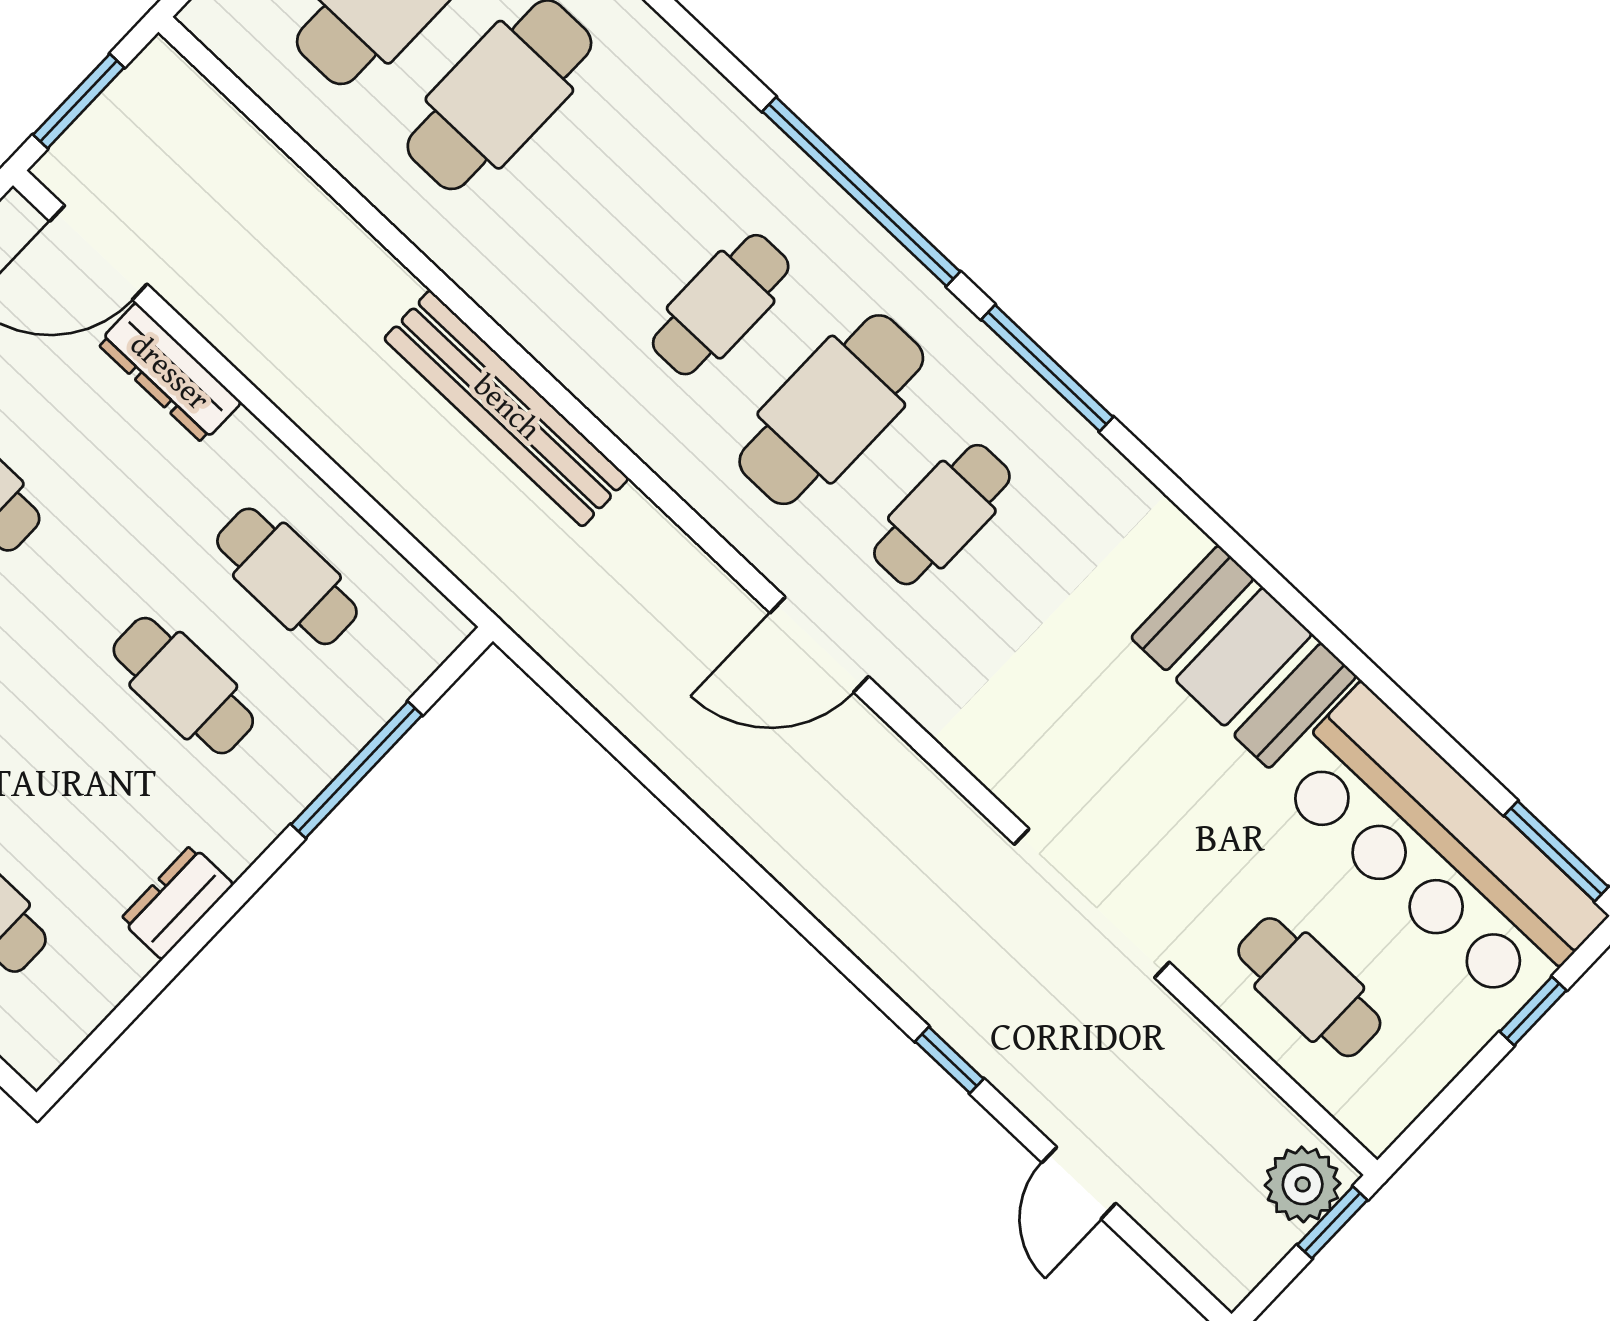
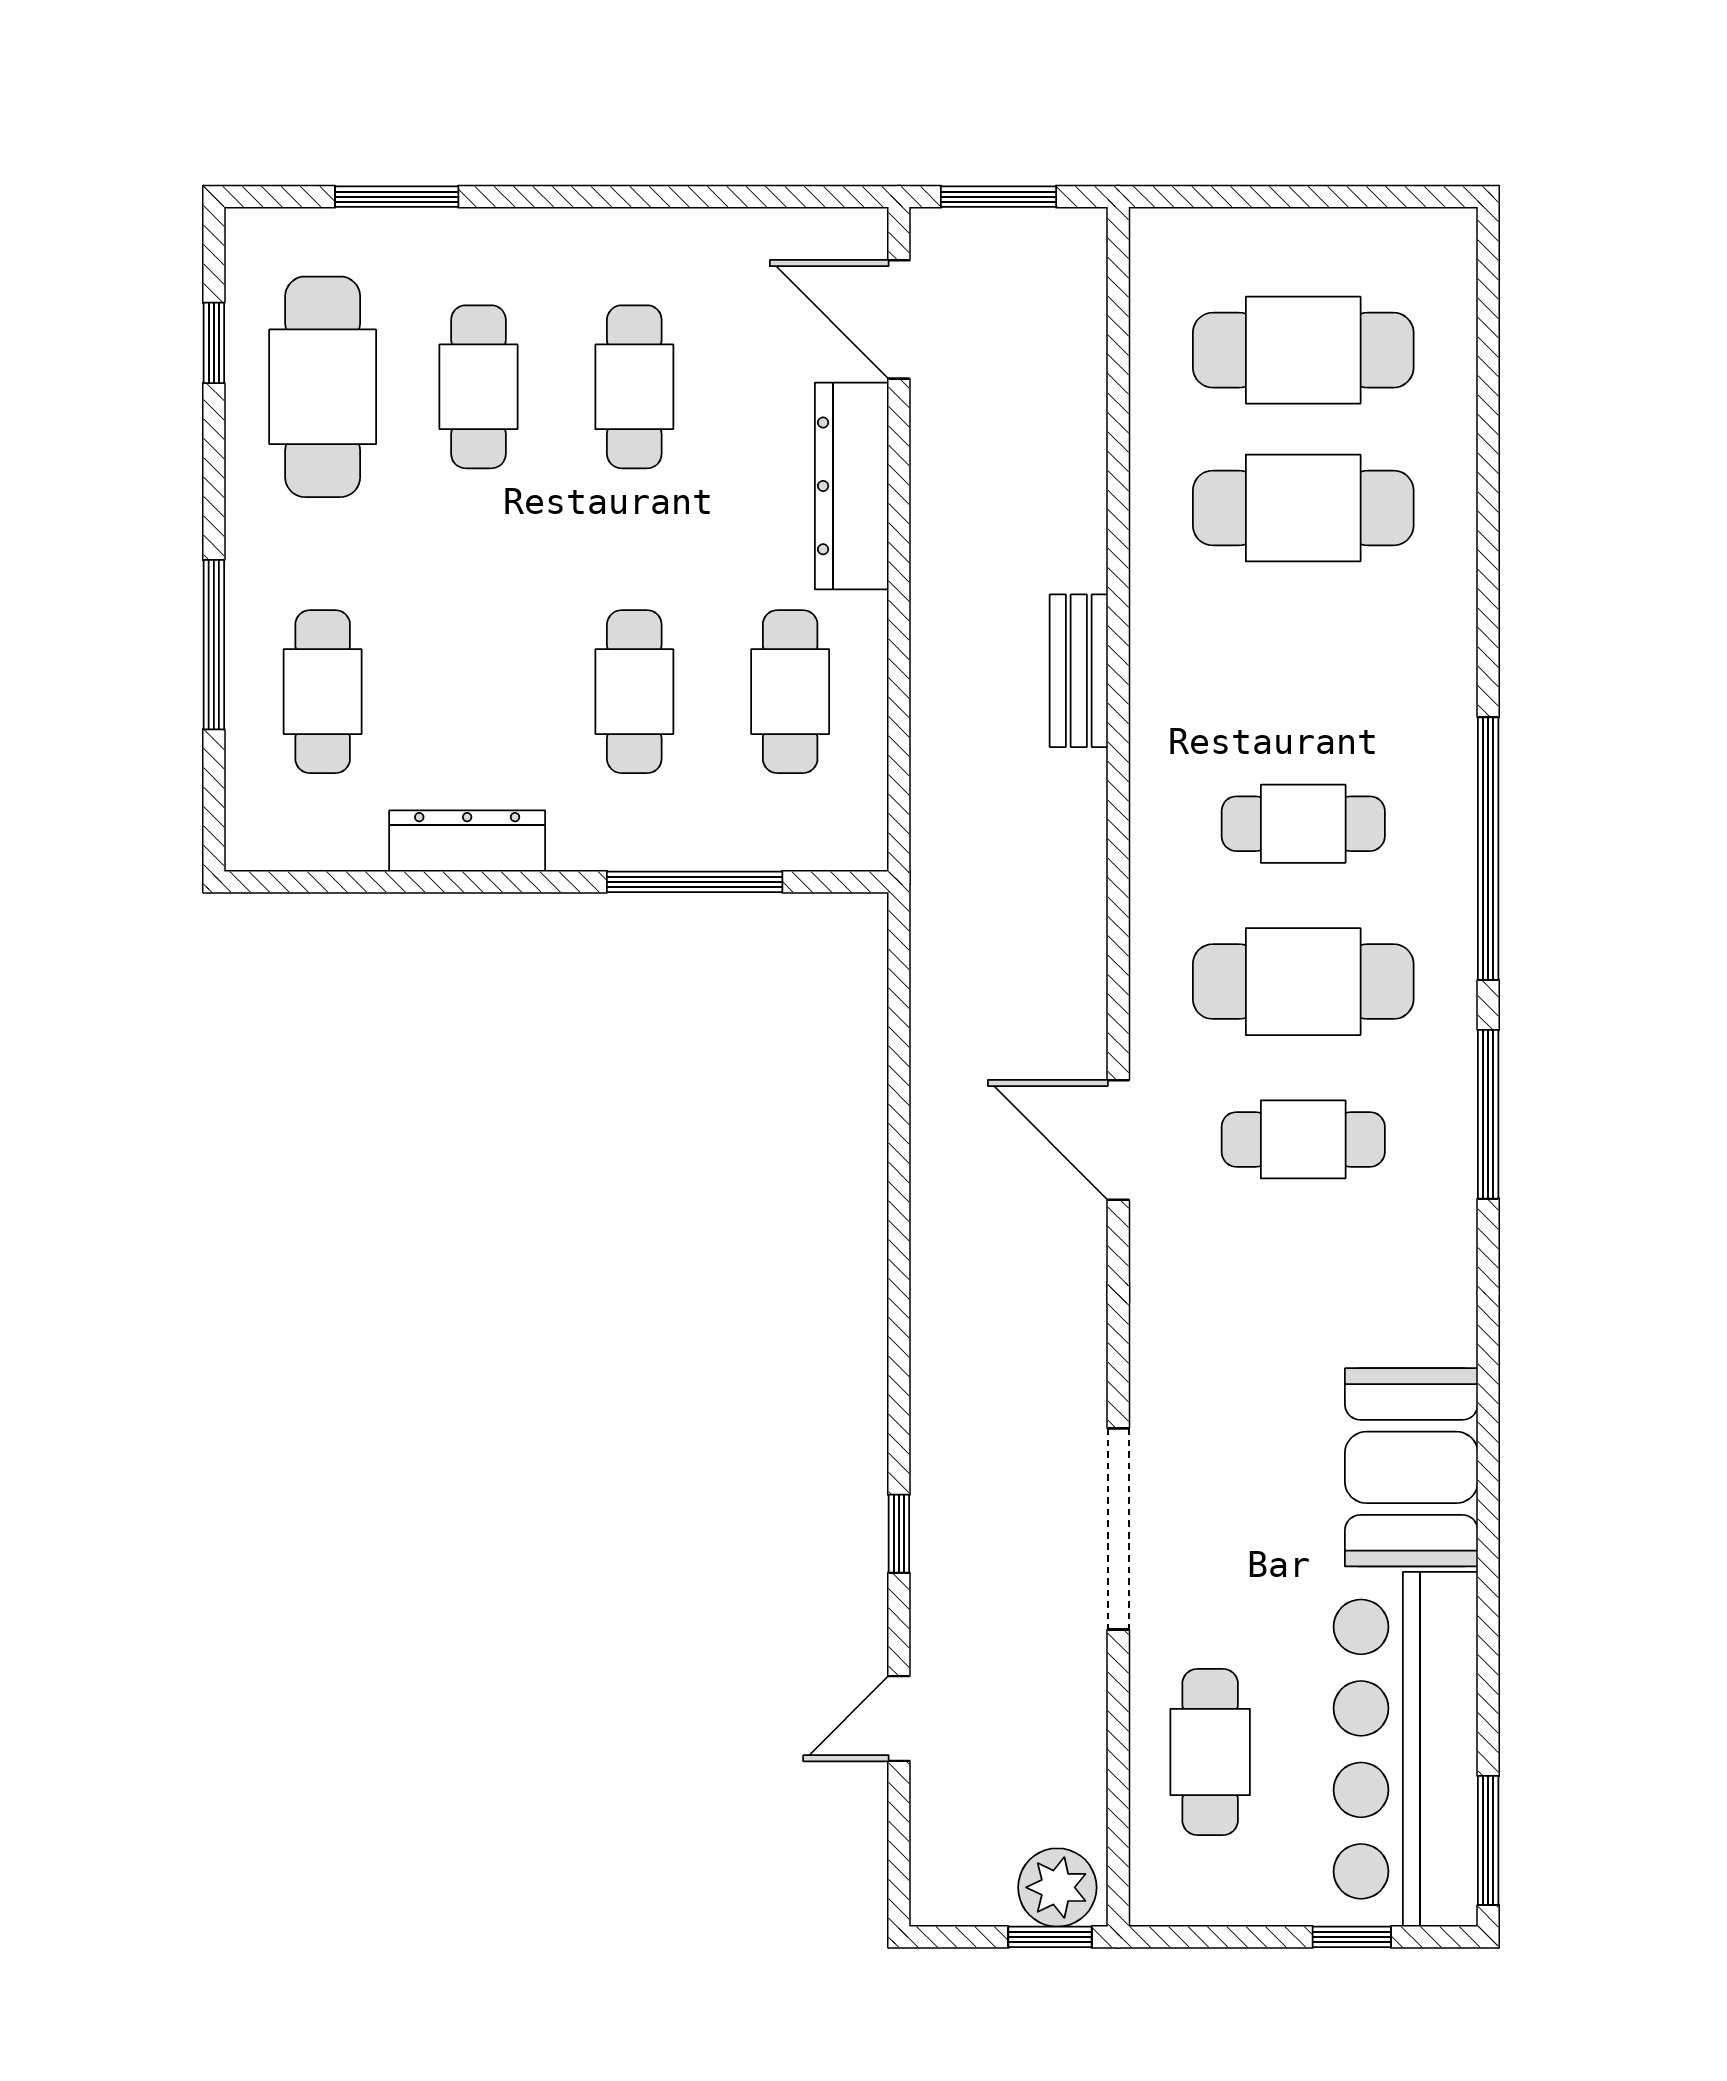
dresser: (169, 373) -> (852, 486), width x1.37, depth x1.24
bench: (506, 408) -> (1079, 671), width x0.54, depth x0.82
dresser: (177, 902) -> (467, 841), width x1.44

